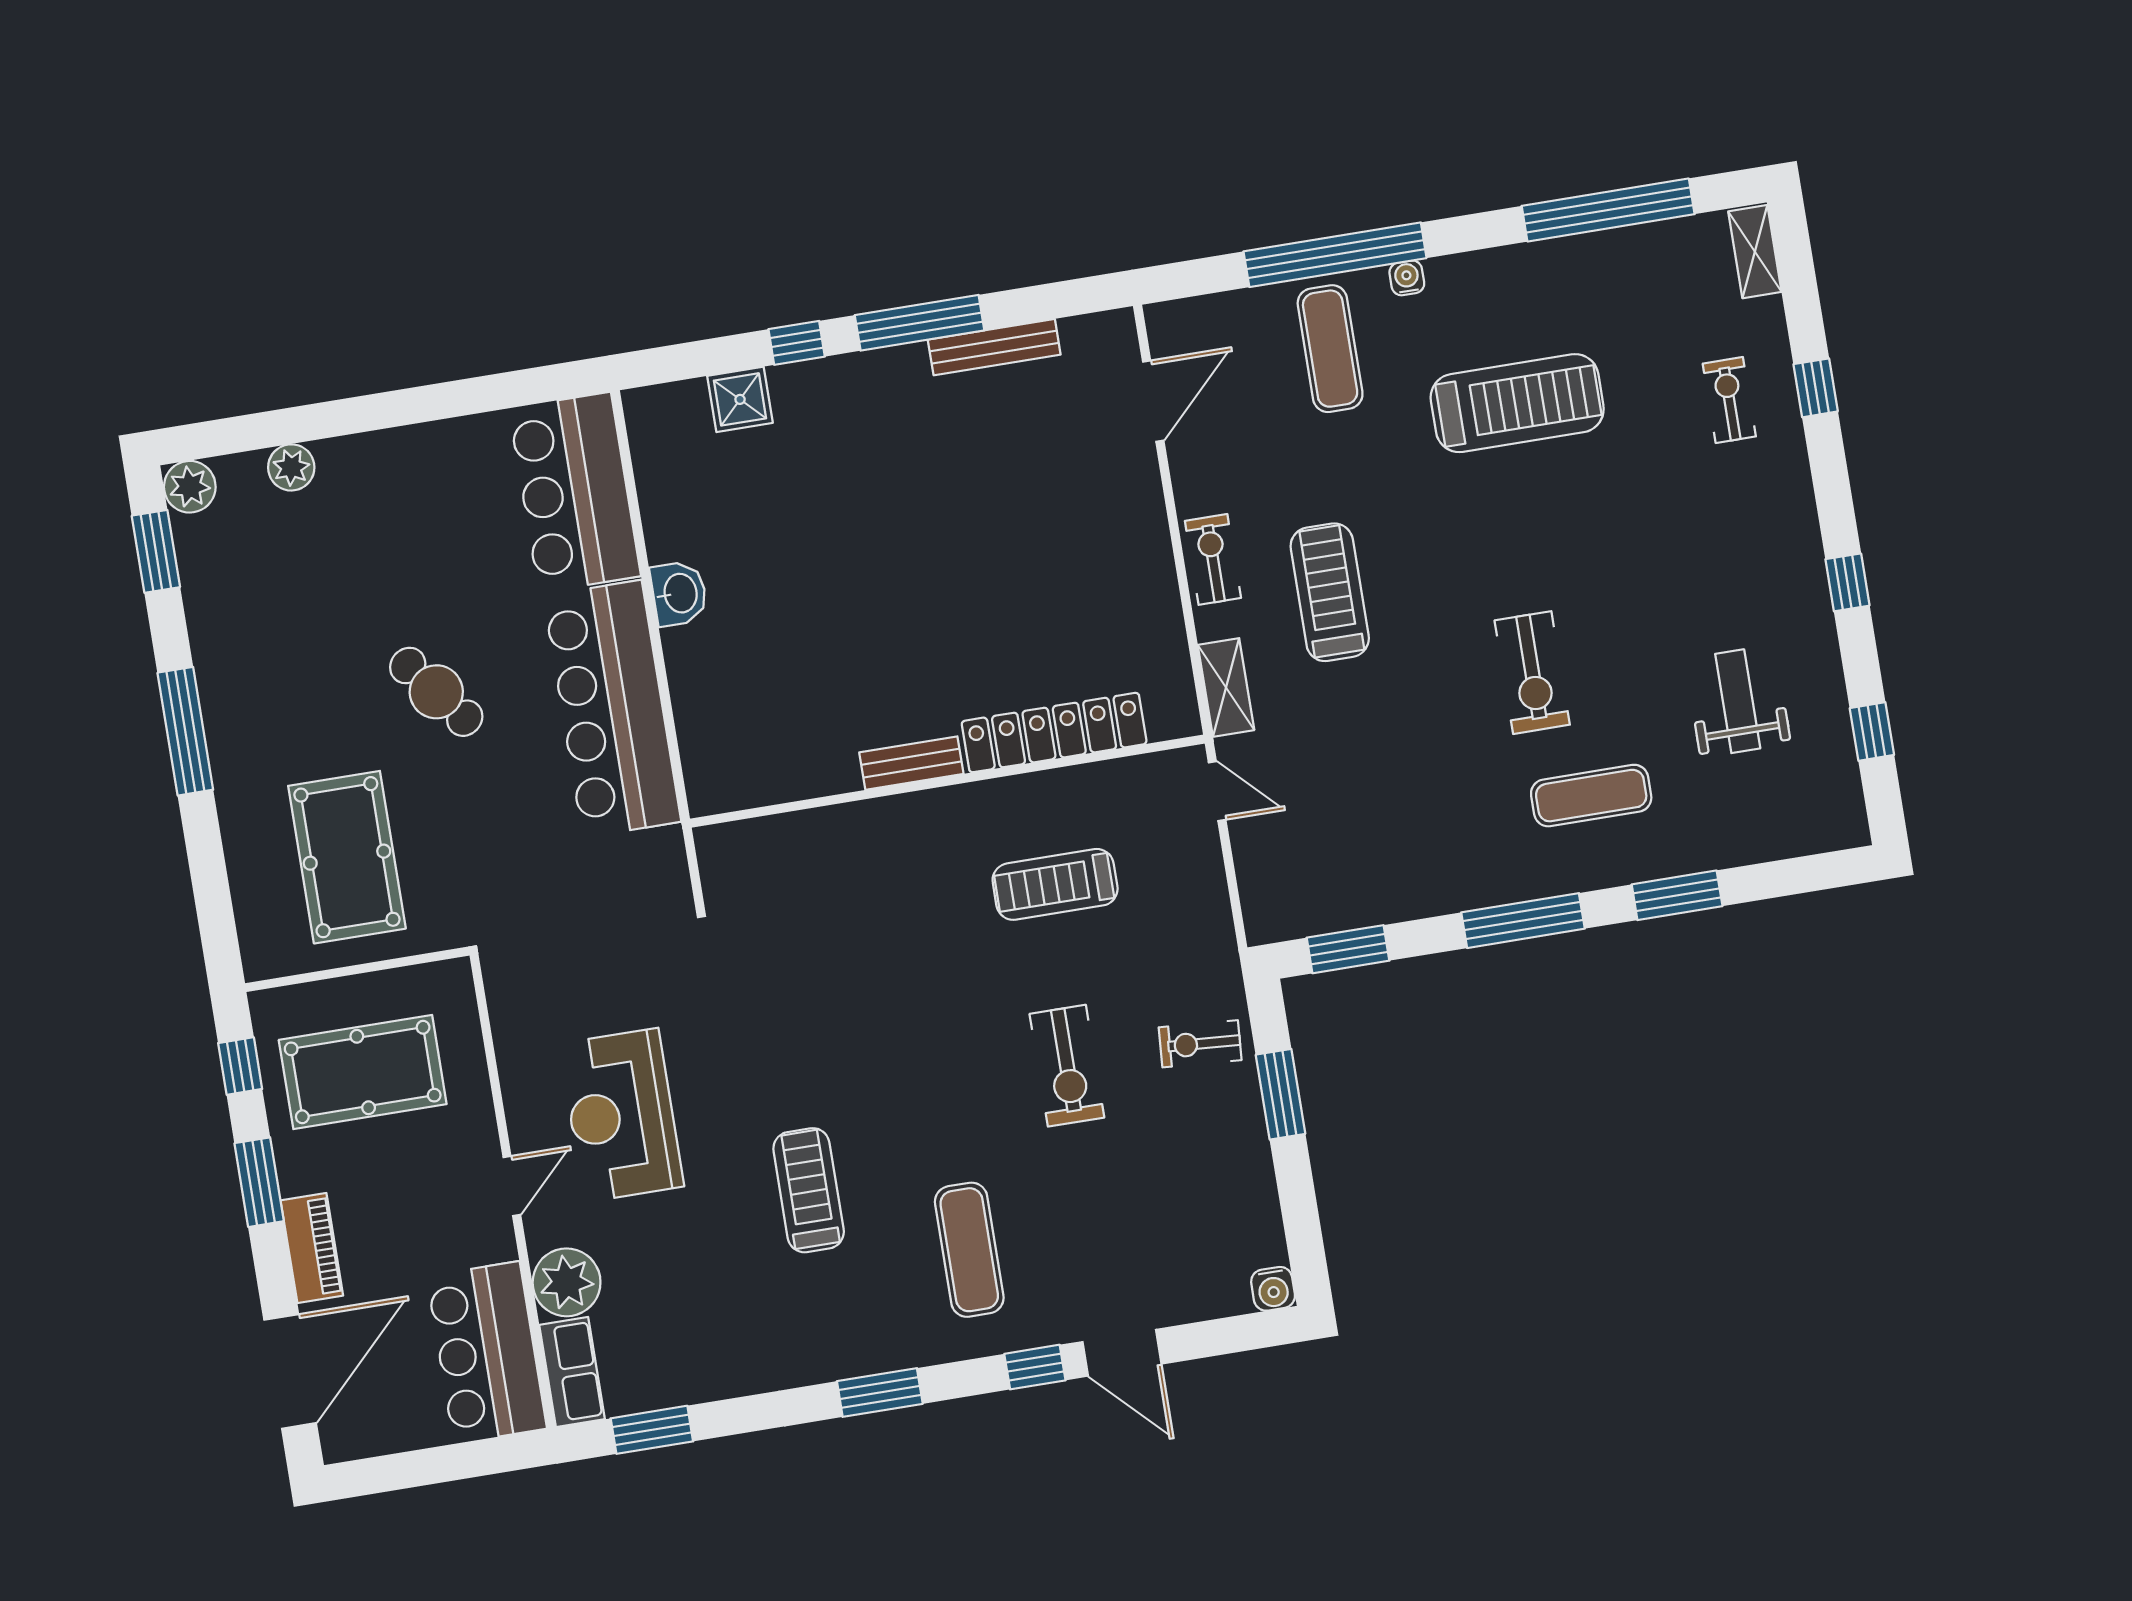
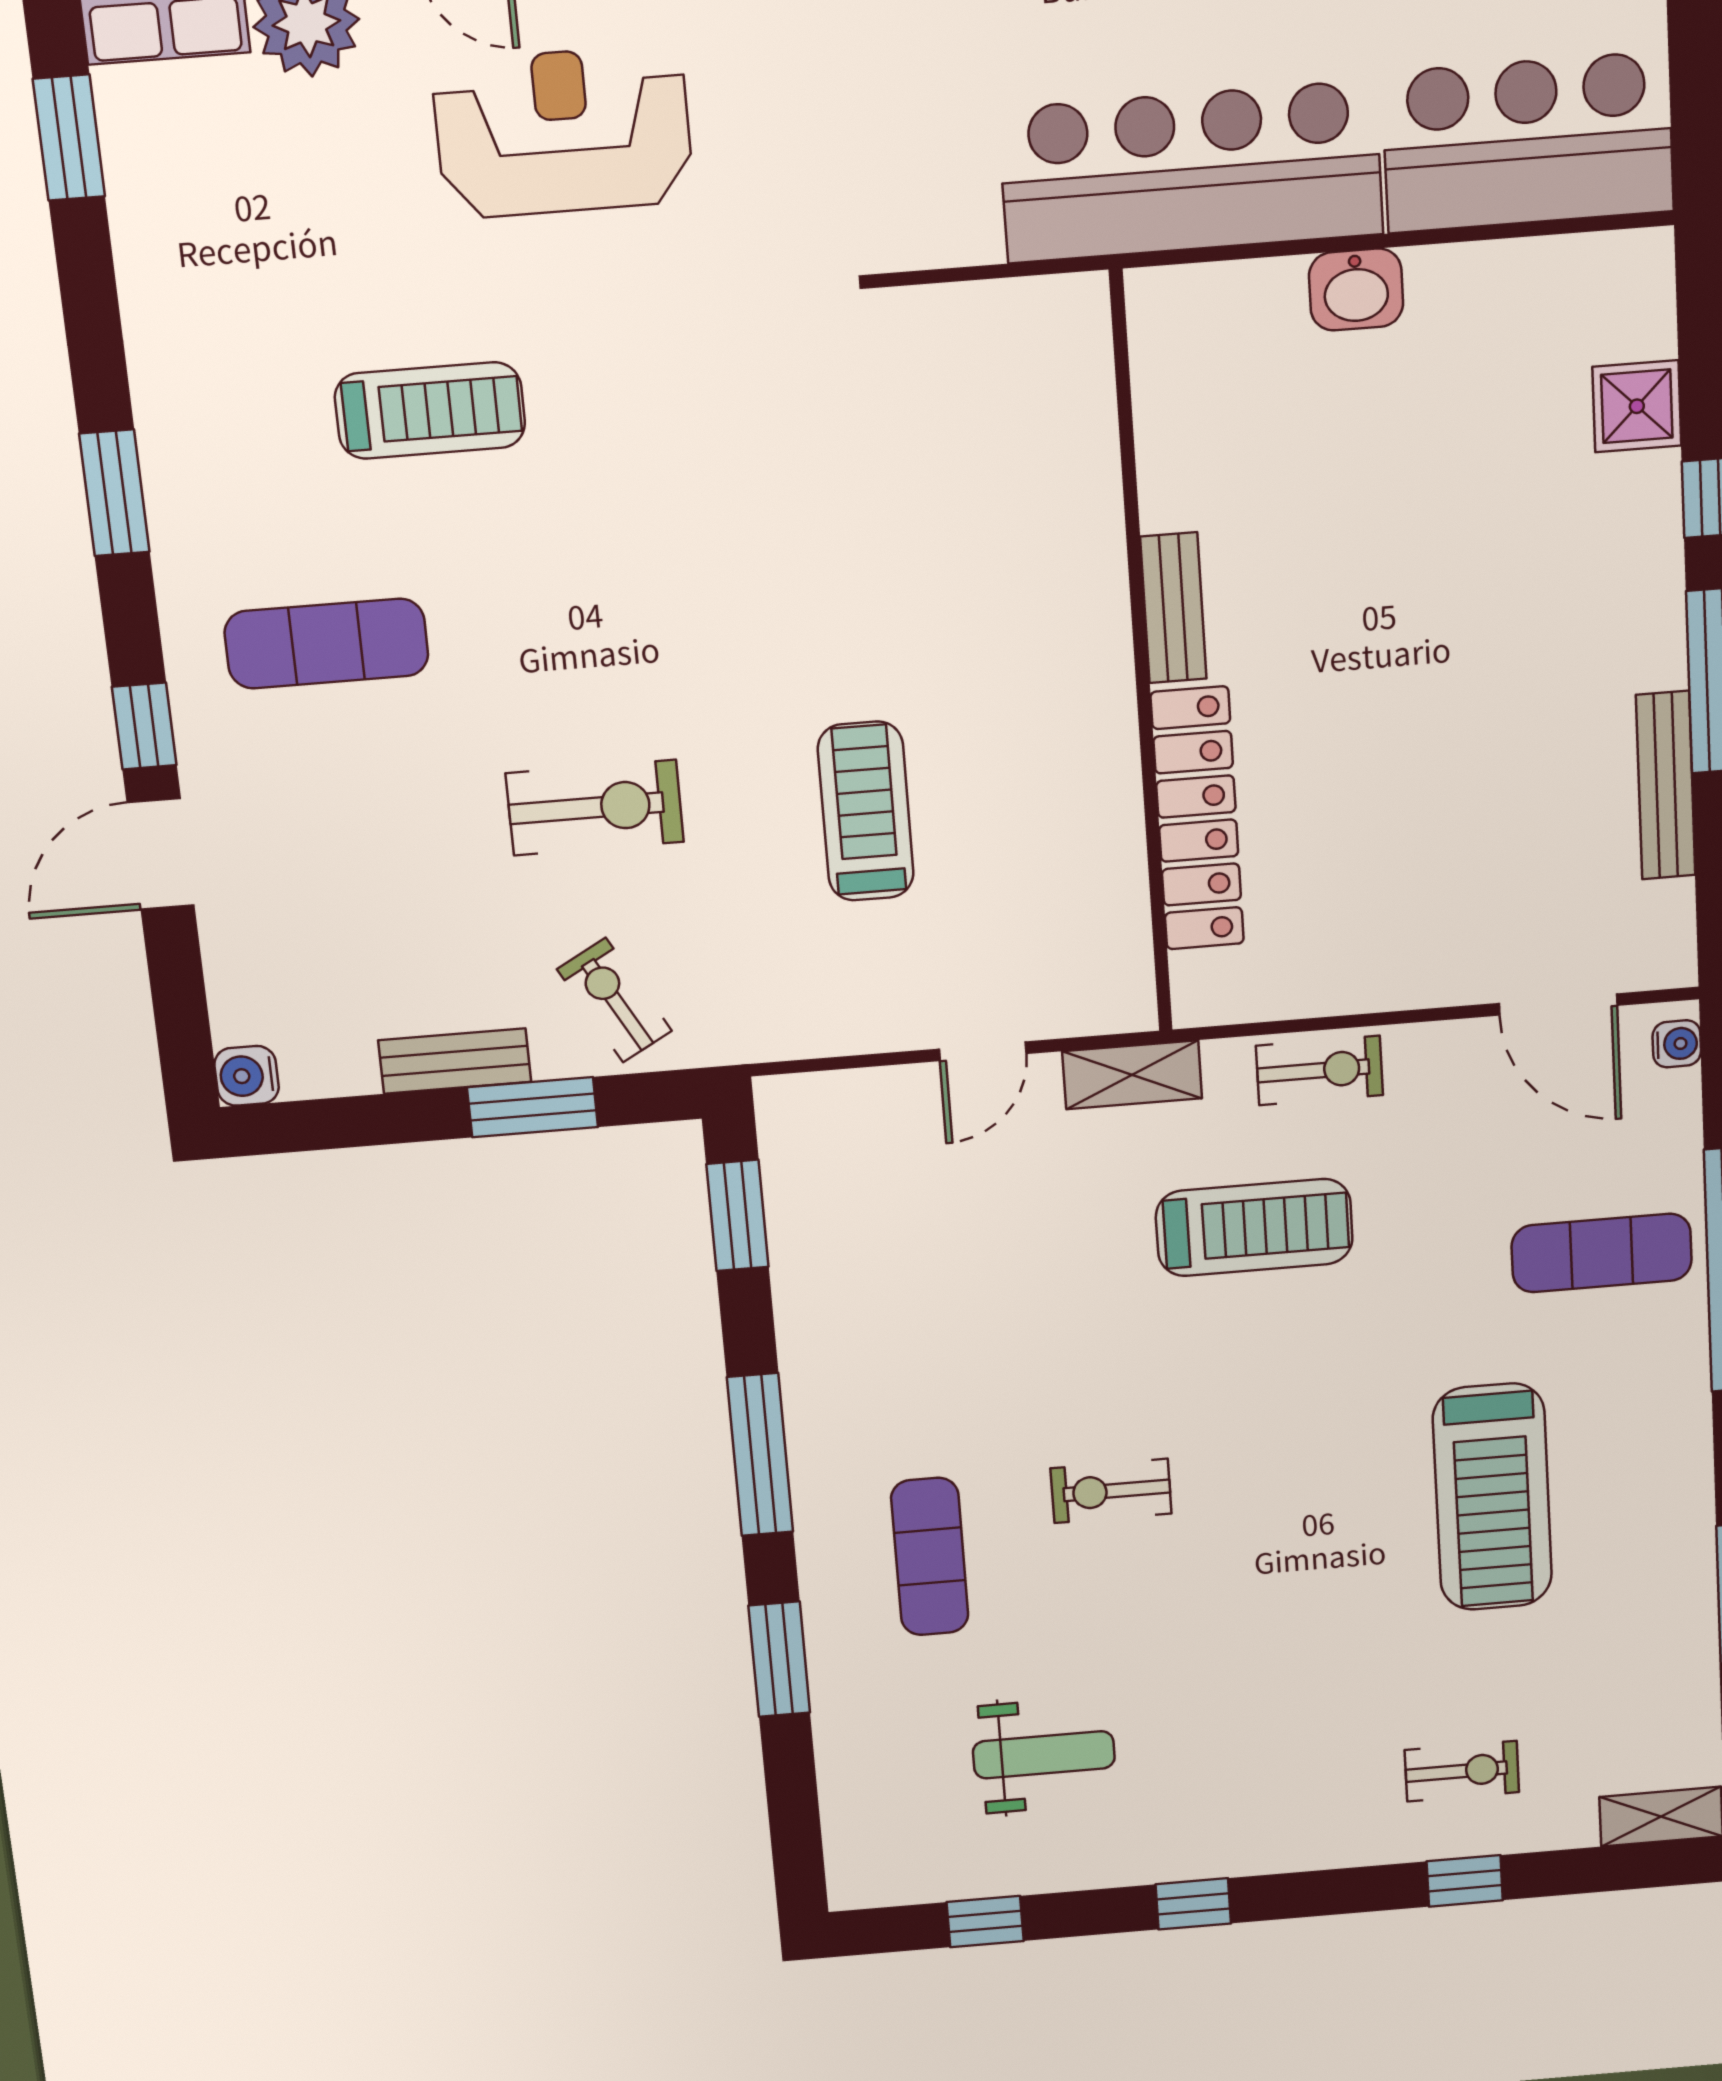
water cooler: (1407, 278) -> (1677, 1044), moved
exercise bike: (1532, 673) -> (1111, 1491), width x0.73, depth x0.72
locker: (1054, 733) -> (1197, 819), moved
bench: (911, 763) -> (1173, 608), moved
wall: (947, 781) -> (1141, 658), moved
exercise bike: (1200, 1044) -> (614, 1000), turned -33
exercise bike: (1067, 1066) -> (595, 808), turned 180
bench: (1252, 1149) -> (455, 1061), added

